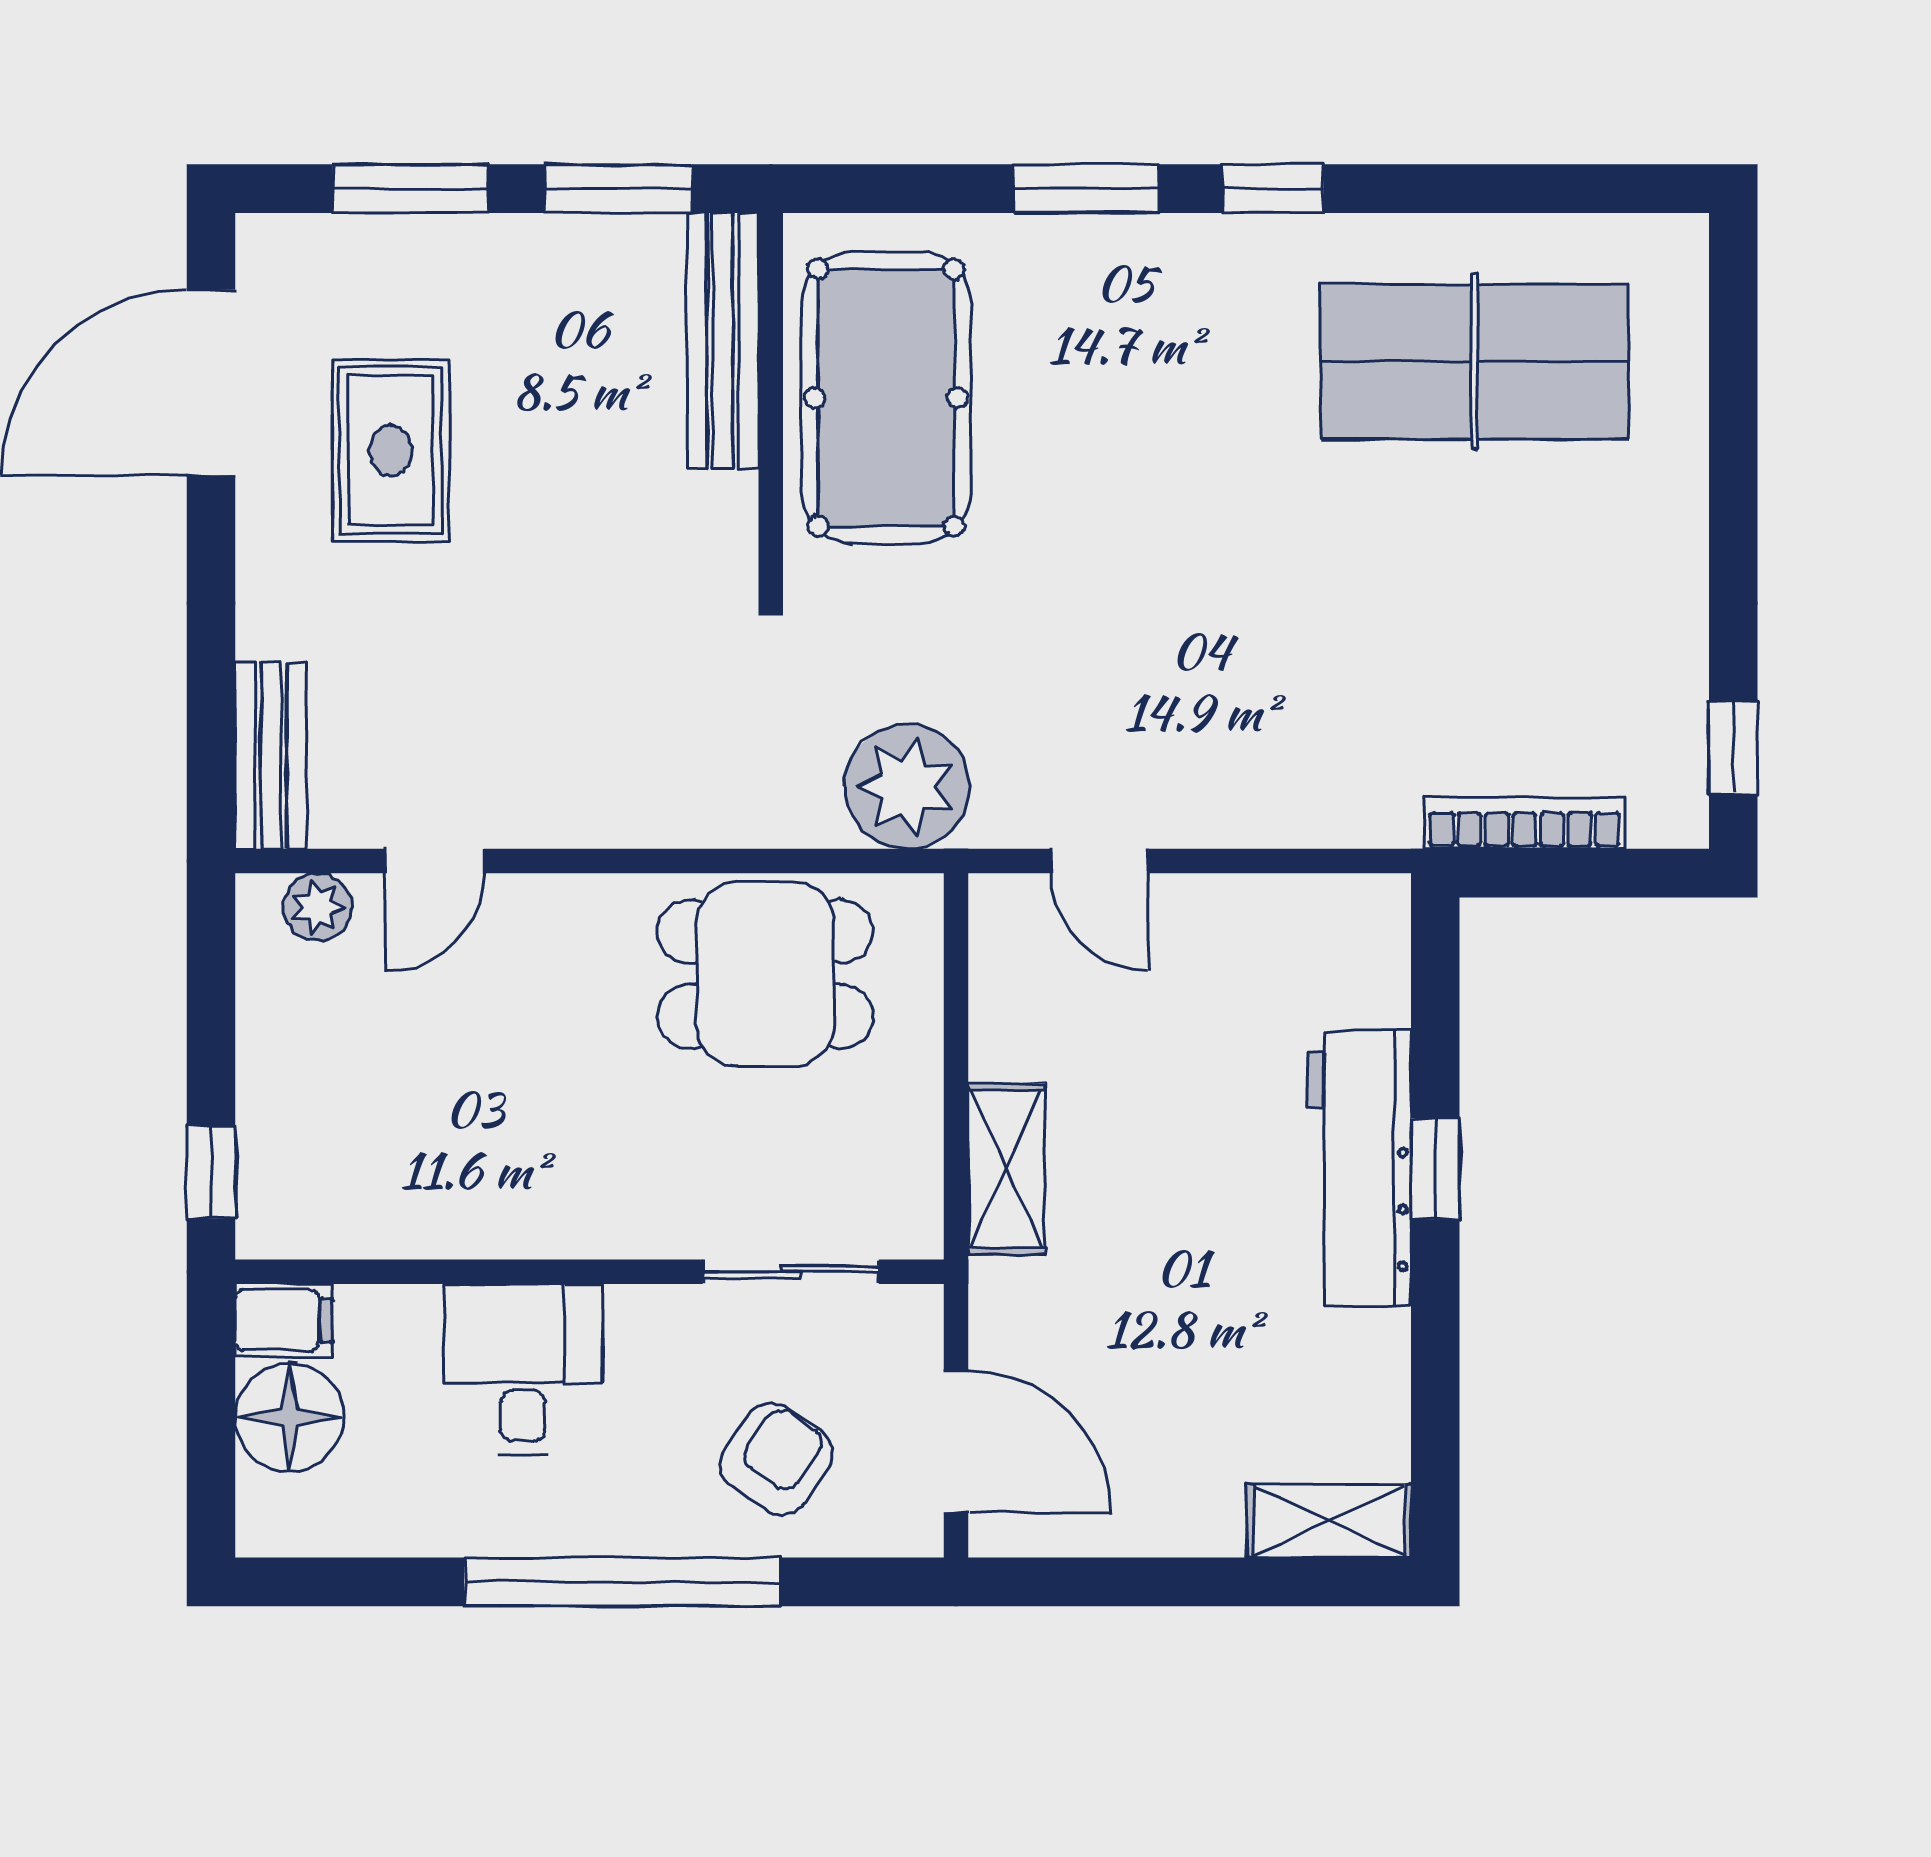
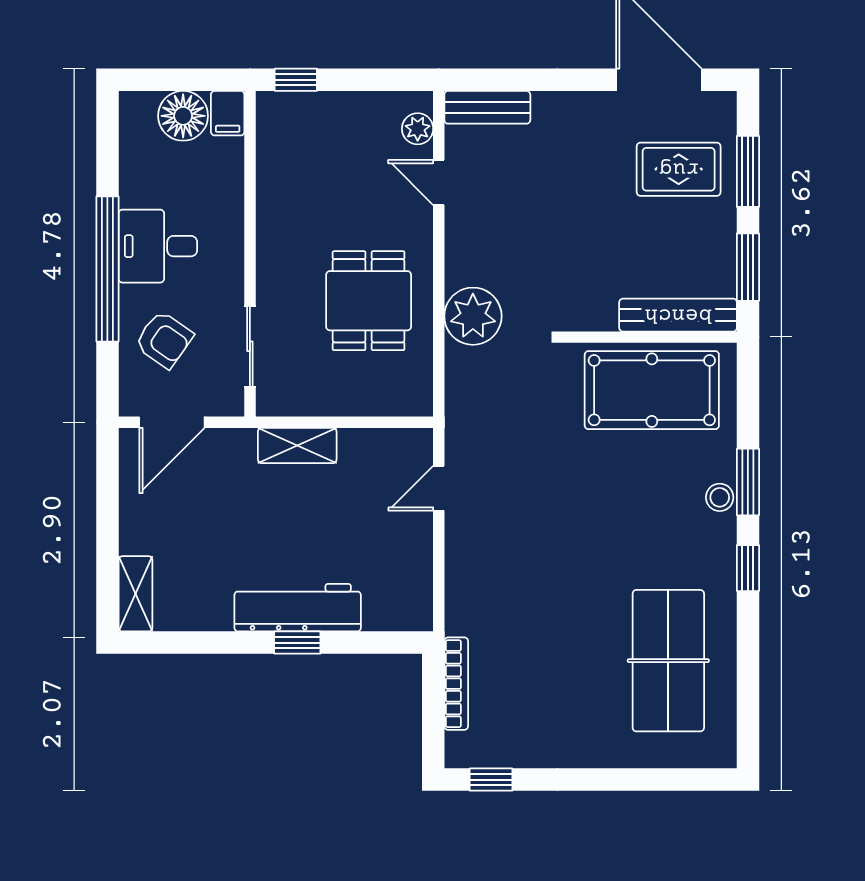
stool: (1119, 250) -> (720, 497), added
rug: (391, 450) -> (679, 169), moved
plant: (907, 787) -> (473, 316), moved
dining table: (765, 974) -> (369, 301), moved
desk: (523, 1369) -> (158, 246), moved, turned 180

